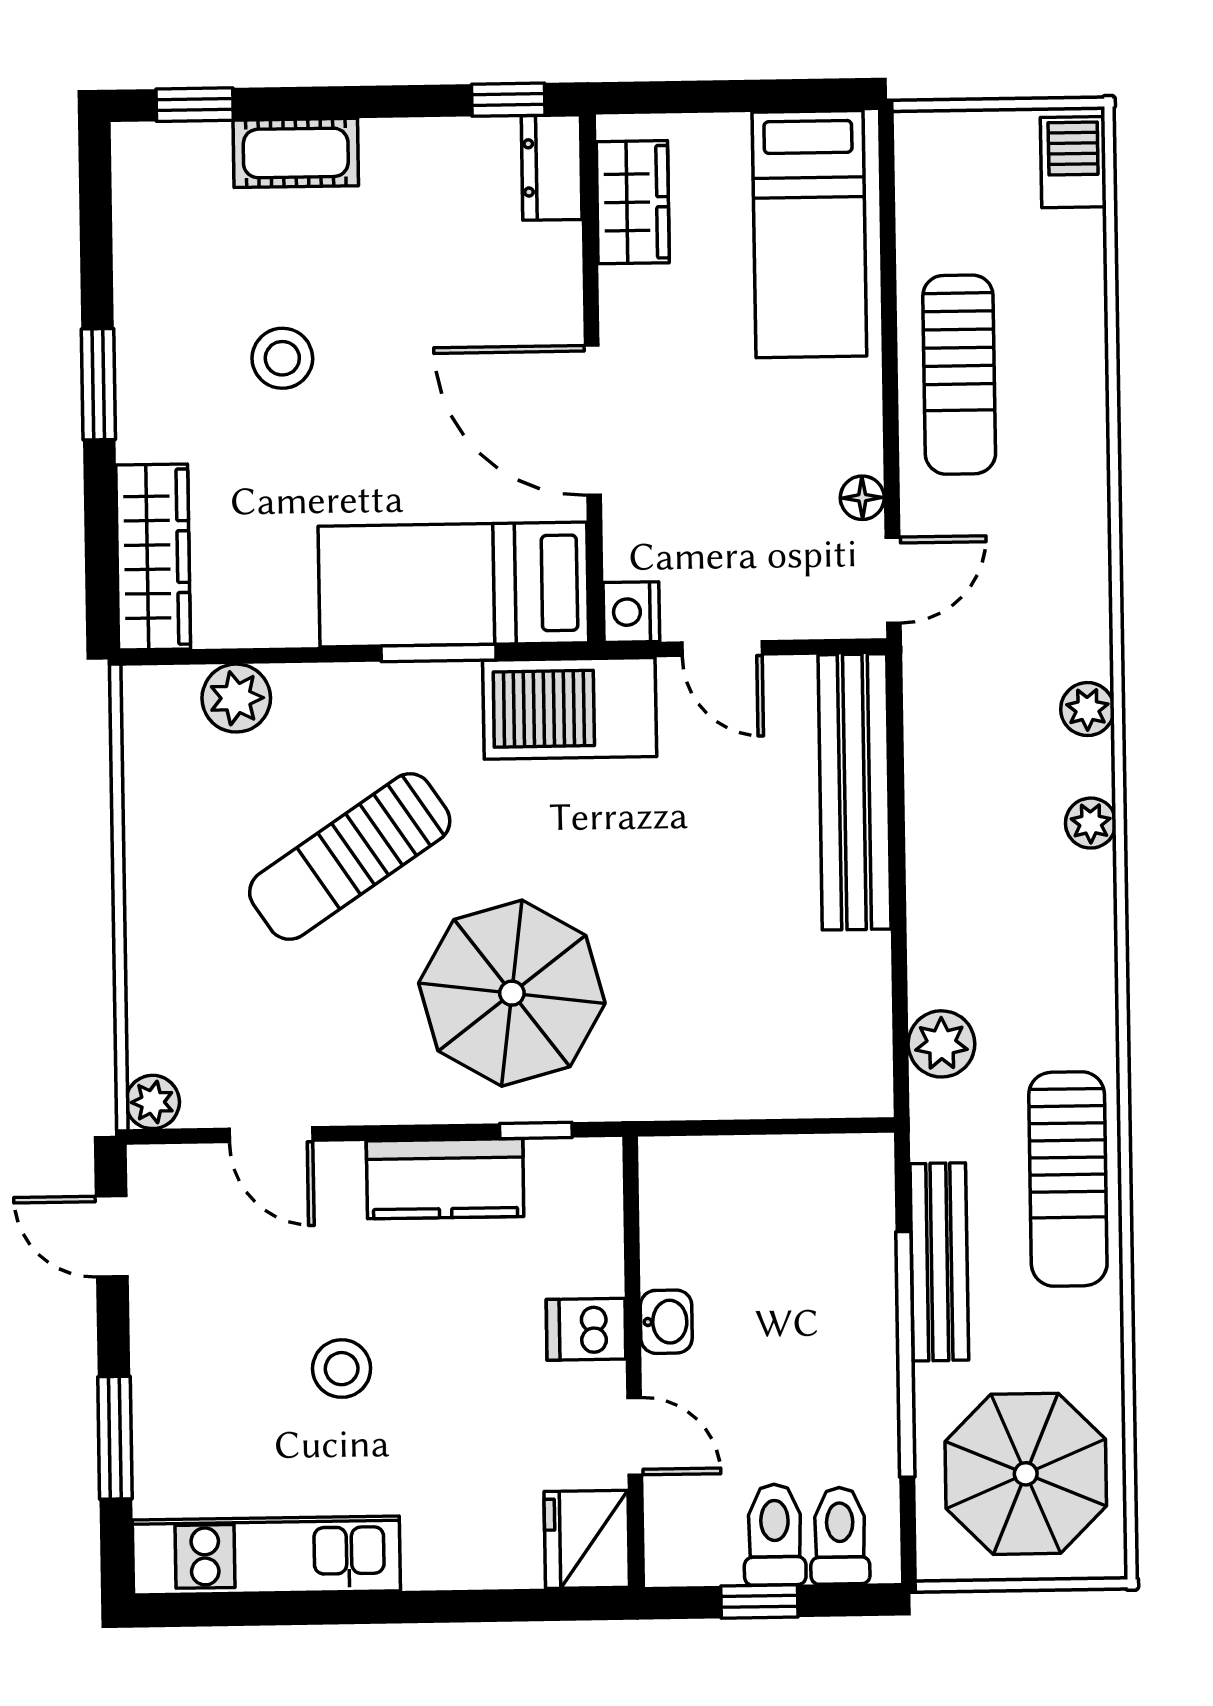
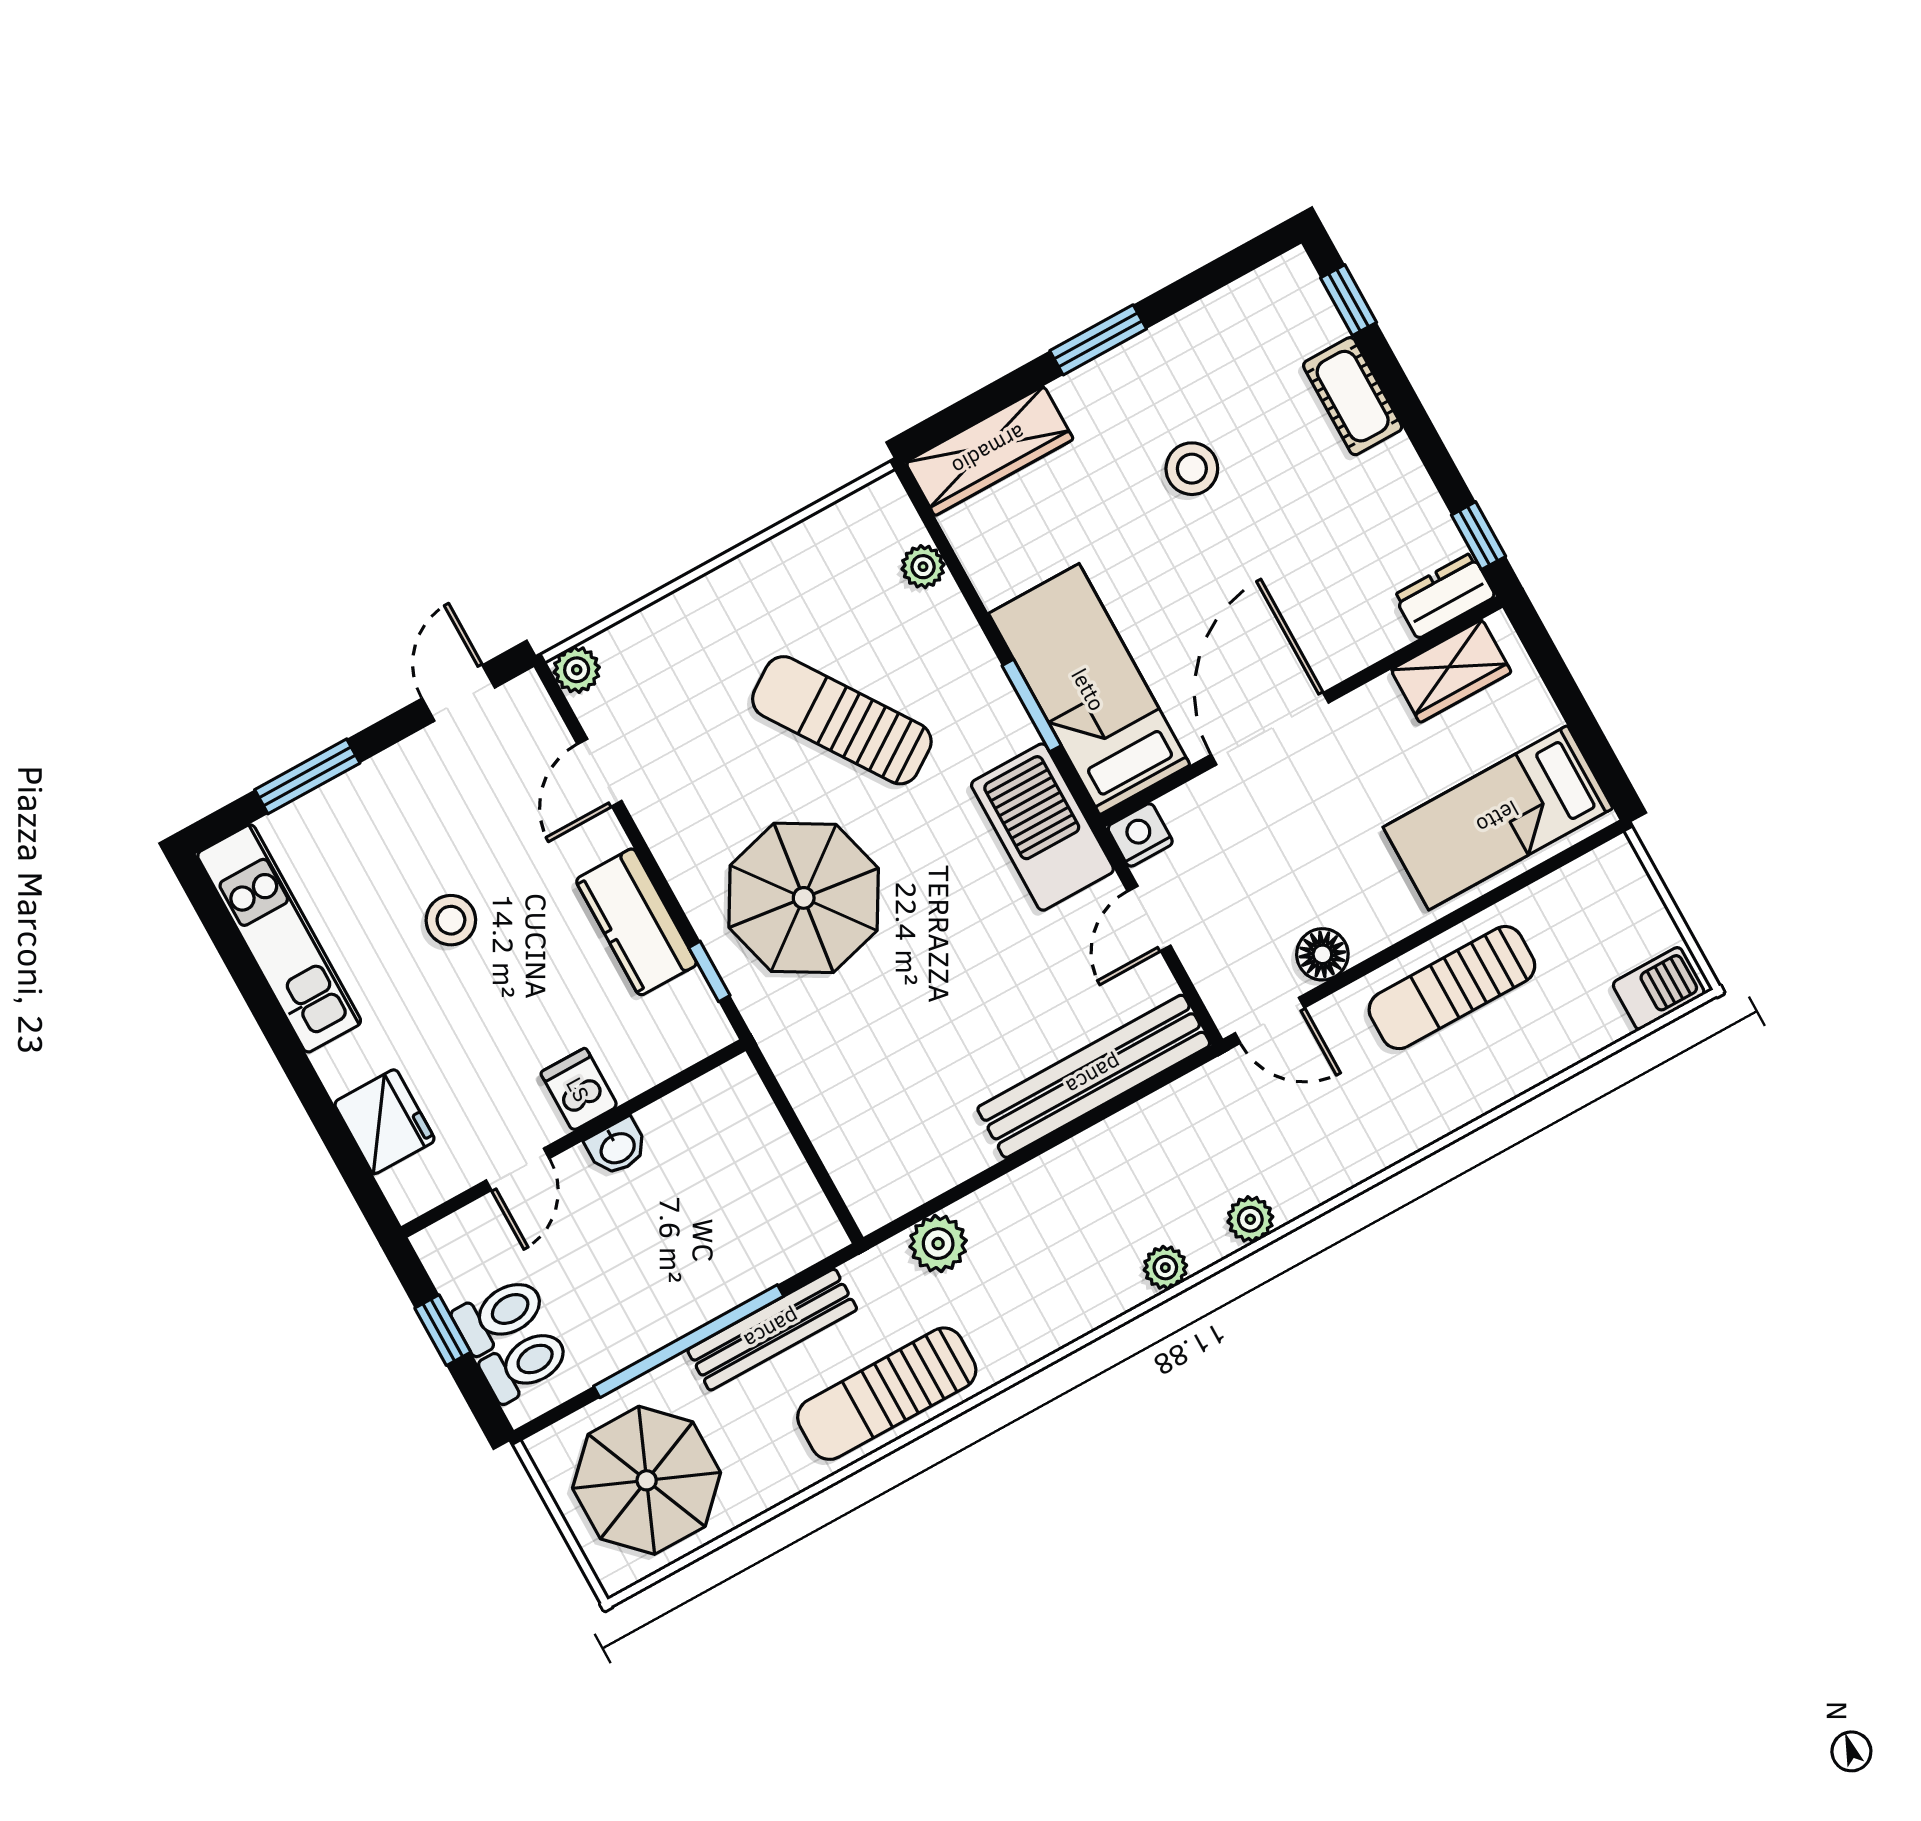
floor lamp: (862, 498) -> (1322, 954), width x1.37, depth x1.37
plant: (236, 698) -> (923, 567), width x0.73, depth x0.73
fridge: (587, 1539) -> (385, 1122), moved, turned 90

